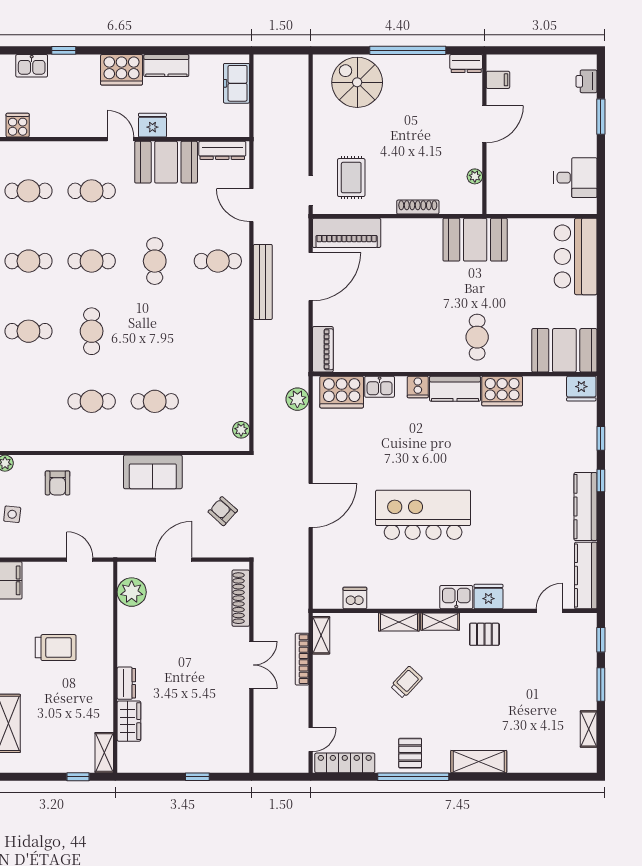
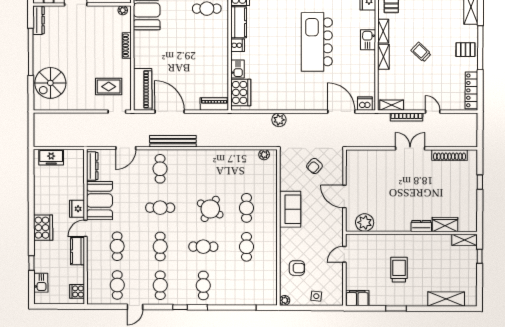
dresser: (466, 63) -> (39, 20), width x1.44
kitchen counter: (166, 66) -> (78, 251), moved, turned 180
plant: (475, 176) -> (123, 10), moved
round table: (153, 342) -> (210, 209), added
plant: (297, 399) -> (279, 120), moved
door: (311, 505) -> (341, 112), moved
kitchen sink: (456, 597) -> (368, 40), moved
shoe rack: (241, 598) -> (450, 155), moved
dishwasher: (355, 598) -> (365, 104), moved, turned 90
door: (311, 740) -> (433, 112), moved

